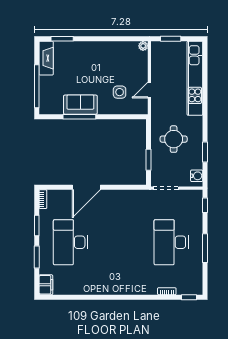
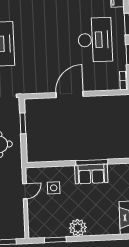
window: (62, 39) -> (55, 240), moved
plant: (143, 46) -> (78, 228), moved, width x1.88, depth x1.88
door: (86, 187) -> (70, 94), moved

